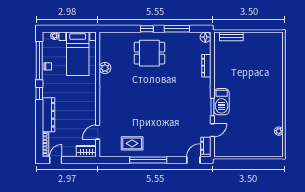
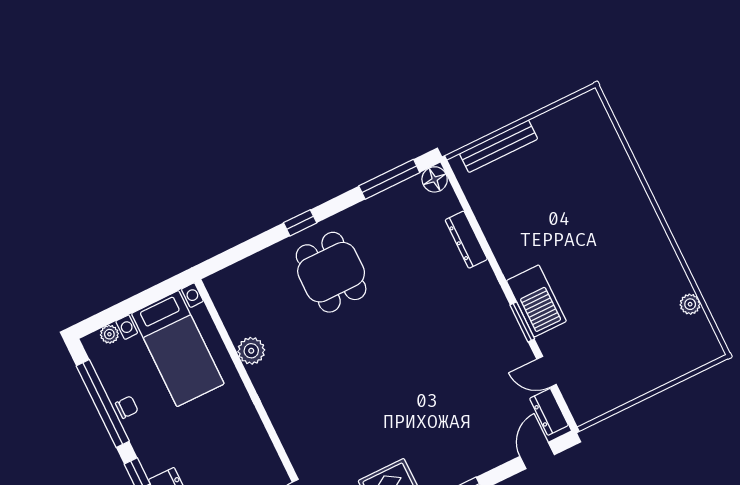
window: (177, 29) -> (389, 179), moved
bench: (231, 36) -> (499, 146), width x1.36
dining table: (149, 53) -> (331, 272), turned 90
door: (212, 130) -> (547, 372), swing flipped

